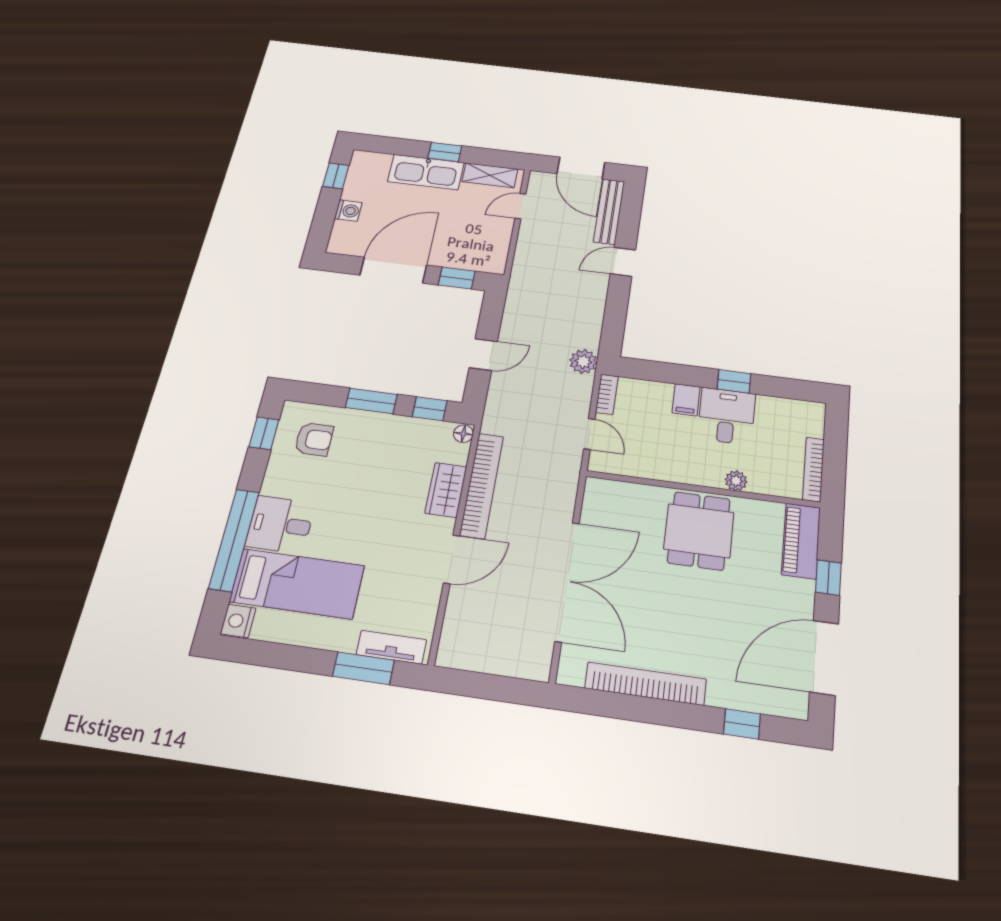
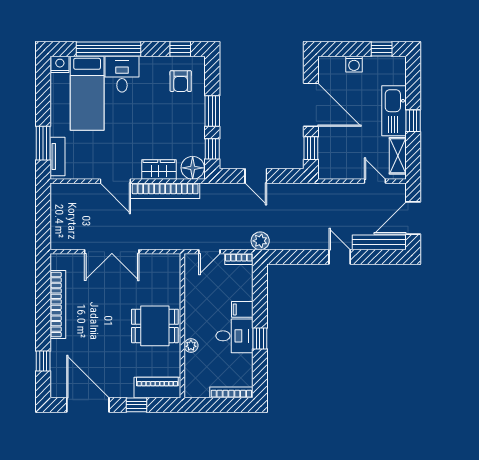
floor lamp: (463, 434) -> (193, 168), width x1.89, depth x1.89
bookcase: (813, 469) -> (231, 392), moved
double door: (567, 581) -> (112, 252), width x0.73

